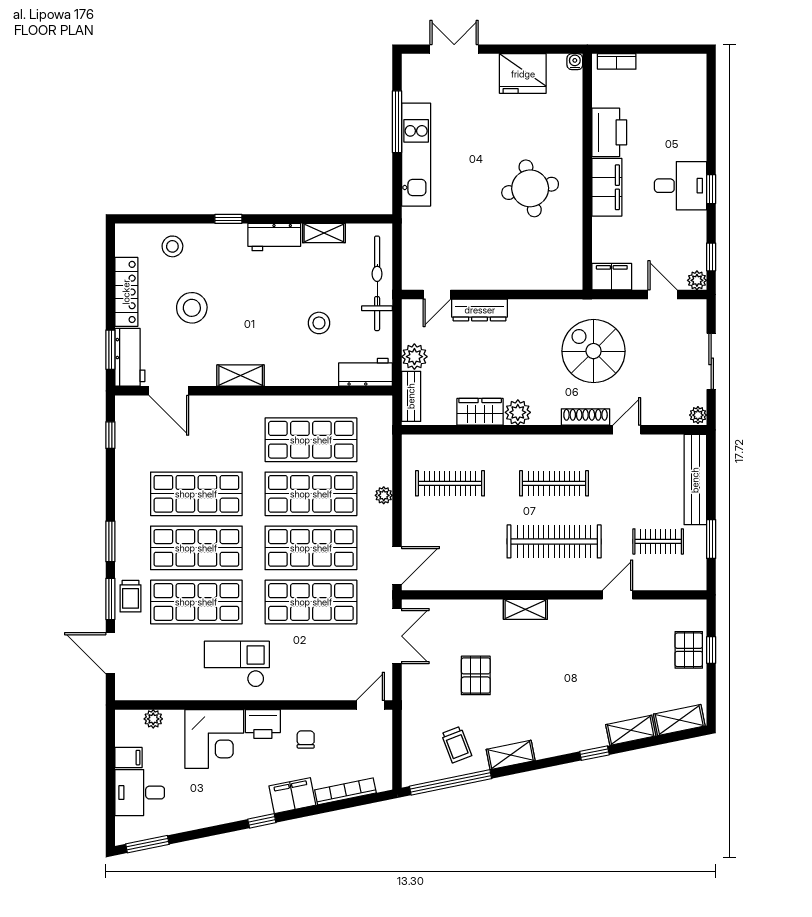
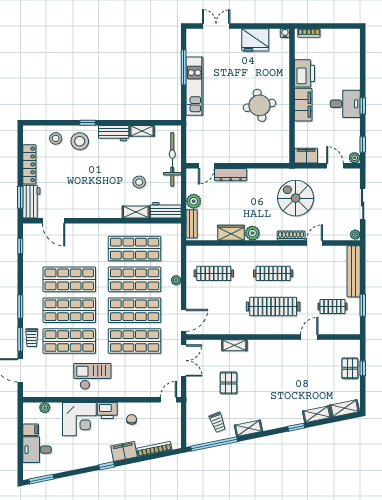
stool: (192, 308) -> (80, 141), moved
shelving: (241, 376) -> (136, 212), moved
shelving: (525, 609) -> (234, 345), moved

